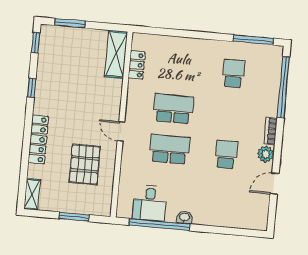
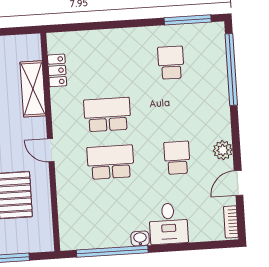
shelving: (116, 54) -> (33, 89), moved
bookcase: (271, 131) -> (231, 222), moved
desk: (150, 203) -> (168, 224), moved

